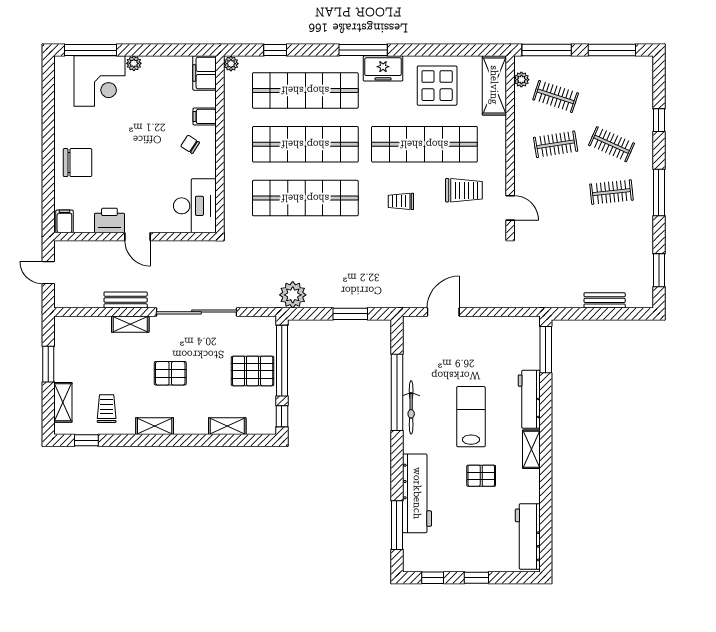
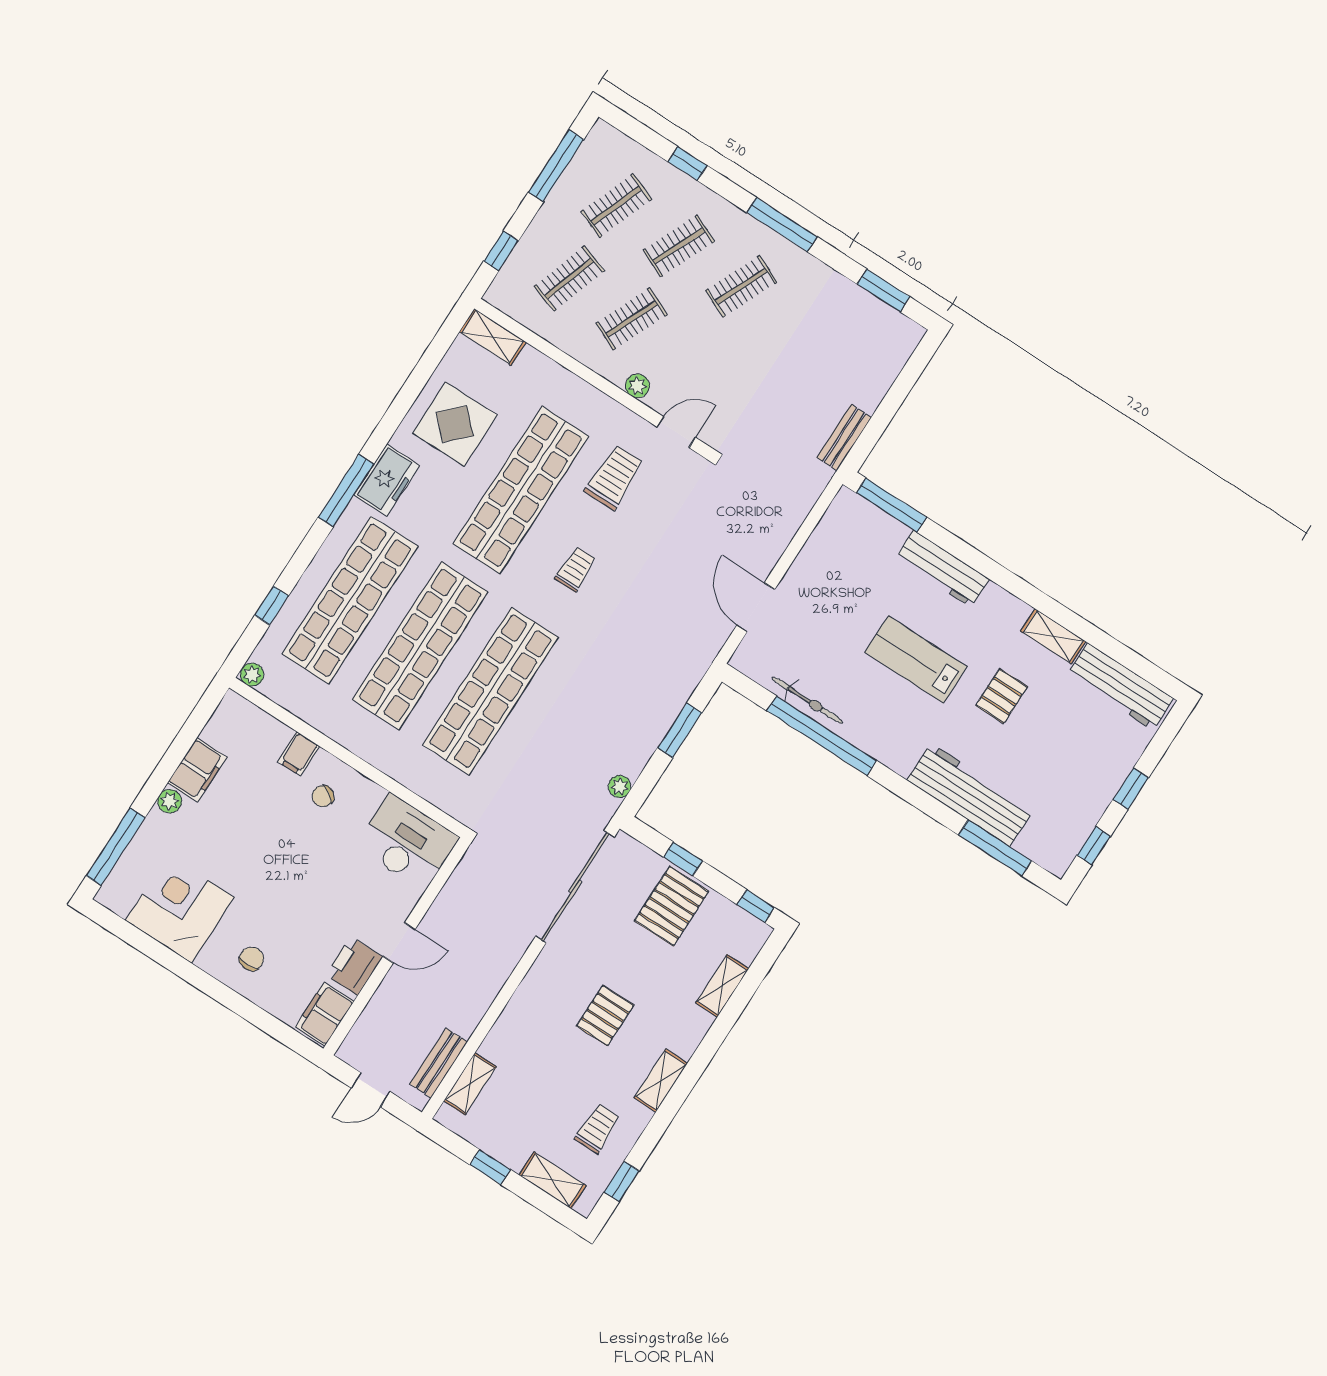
window: (547, 50) -> (501, 251), width x0.46
filing cabinet: (204, 73) -> (197, 770), moved, turned -90
plant: (521, 80) -> (637, 386), moved
corner desk: (99, 81) -> (180, 909), moved, turned -90
shelving: (494, 85) -> (493, 337), width x0.67, depth x0.75
clothes rail: (611, 96) -> (616, 205), added
clothes rail: (556, 144) -> (632, 319), turned 33
chair: (77, 163) -> (252, 959), width x0.54, depth x0.54
clothes rail: (611, 192) -> (741, 286), turned 30
trolley: (401, 201) -> (575, 569), turned 180
filing cabinet: (64, 221) -> (325, 1014), width x2.00
plant: (293, 295) -> (620, 786), width x0.53, depth x0.53
bench: (126, 300) -> (439, 1063), moved
bench: (605, 300) -> (844, 437), moved
sliding door: (197, 312) -> (575, 887), moved
shelving: (130, 324) -> (470, 1084), moved
window: (282, 361) -> (683, 859), width x0.32
window: (48, 364) -> (490, 1167), width x0.67
bicycle: (411, 407) -> (807, 700), moved
trolley: (107, 409) -> (597, 1129), turned 90
shelving: (531, 449) -> (1053, 636), moved

